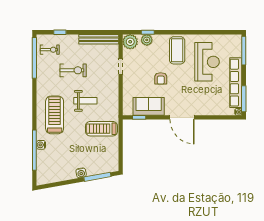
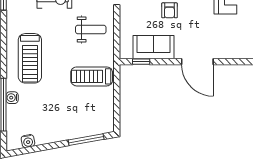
weight bench: (85, 101) -> (91, 30), moved
treadmill: (55, 115) -> (30, 58), turned 180
water cooler: (81, 173) -> (28, 141), moved

